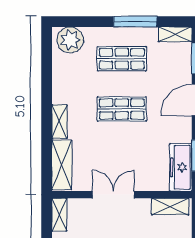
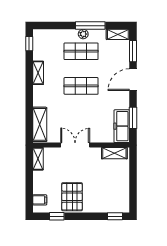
plant: (70, 40) -> (83, 34), moved, width x0.53, depth x0.53
window: (47, 48) -> (29, 44), added
shelving: (60, 122) -> (38, 73), moved

